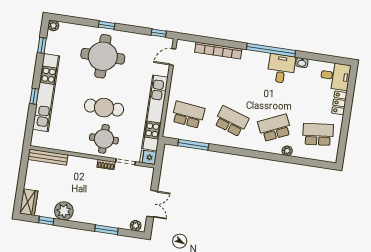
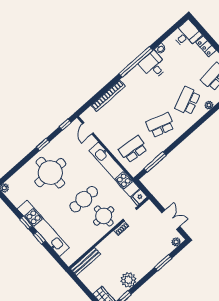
window: (107, 25) -> (43, 144), moved
window: (42, 45) -> (26, 223), moved

